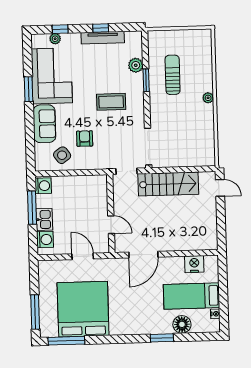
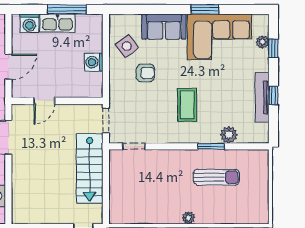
doorway: (148, 147) -> (134, 146), width x0.53
washing machine: (43, 186) -> (94, 62), moved, turned 90
kitchen sink: (44, 219) -> (57, 23), width x1.38

